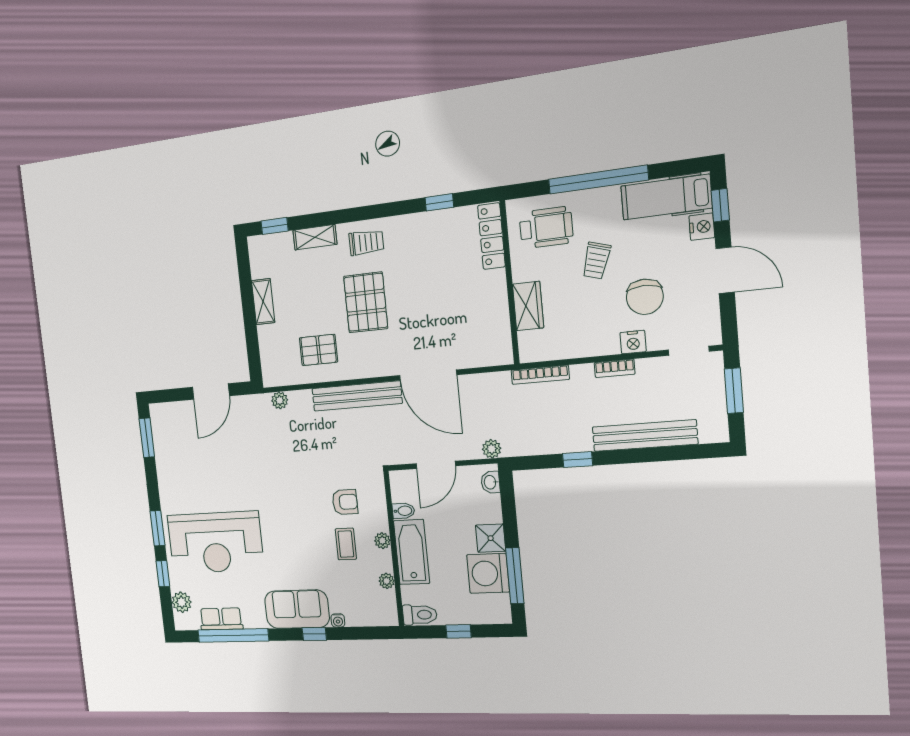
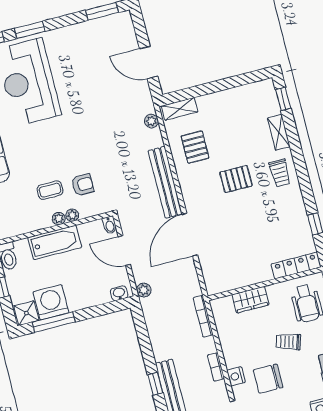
shelving: (263, 302) -> (180, 109), moved
pallet: (366, 302) -> (236, 179), width x0.67, depth x0.71
window: (578, 460) -> (155, 384), moved
armchair: (345, 502) -> (83, 185), turned -90
bidet: (403, 511) -> (110, 225), moved
shower: (491, 538) -> (26, 313), moved
plant: (387, 581) -> (72, 215), moved

